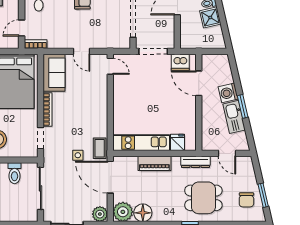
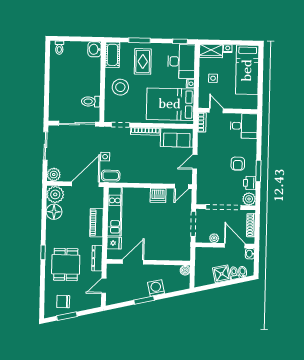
plant: (169, 27) -> (214, 238), added
boiler: (207, 60) -> (185, 270), added
dishwasher: (180, 62) -> (158, 195), moved, turned -90
door: (199, 83) -> (133, 262), moved
kitchen sink: (234, 117) -> (135, 293), removed

